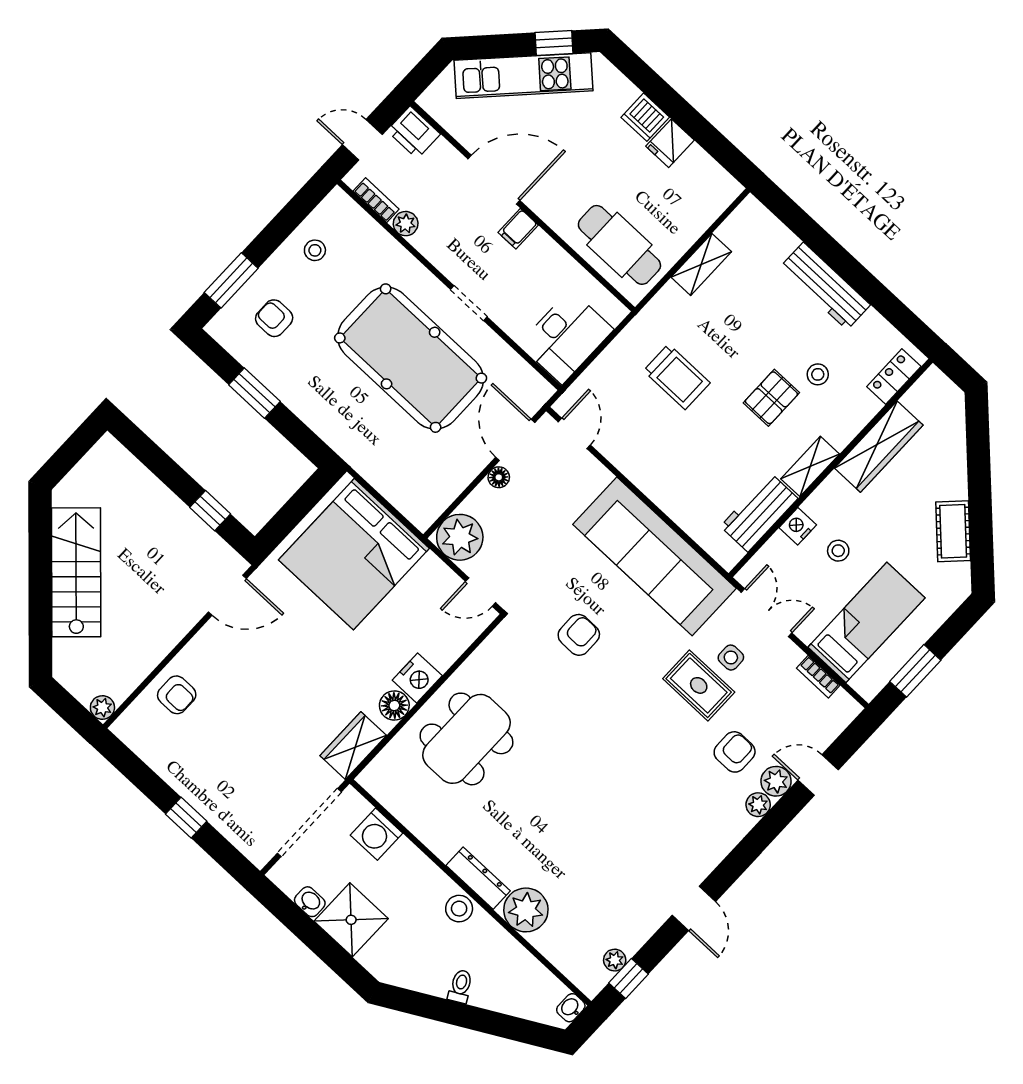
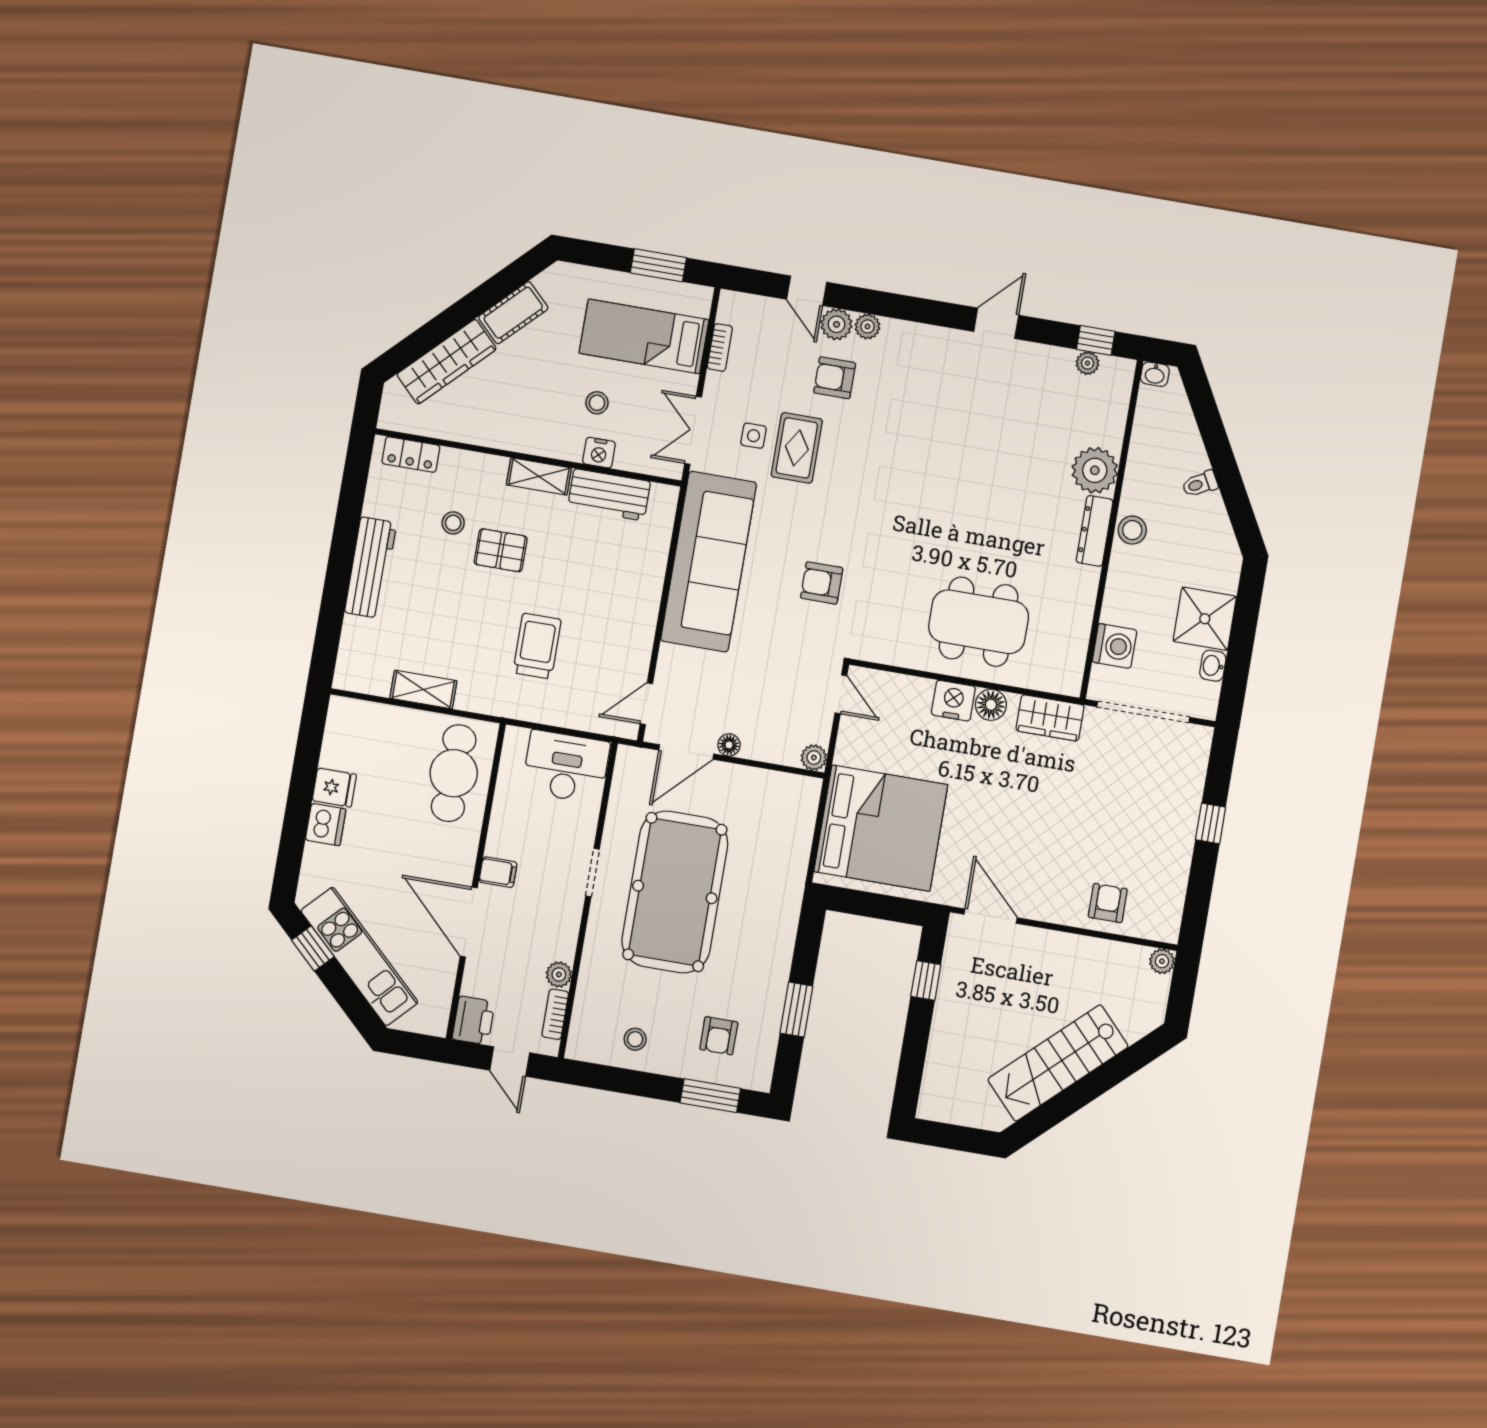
wardrobe: (879, 447) -> (447, 362), moved, turned 135
plant: (460, 537) -> (814, 758), width x0.53, depth x0.53

